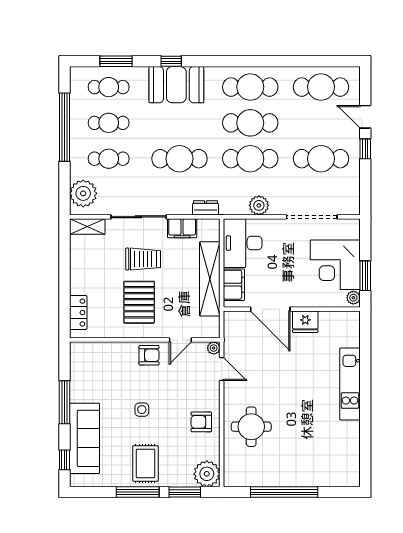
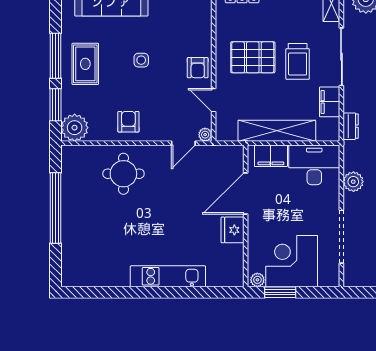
rug: (145, 463) -> (85, 64), turned 90

